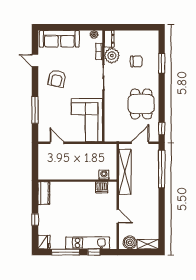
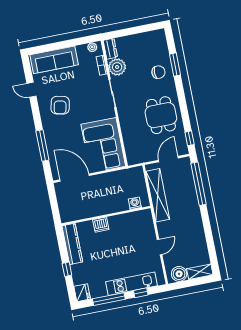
chair: (136, 61) -> (158, 72), moved
door: (57, 143) -> (75, 178), width x1.87
dishwasher: (102, 187) -> (101, 225), moved
kitchen counter: (44, 193) -> (72, 244), width x1.50
door: (118, 216) -> (160, 247), hinge flipped

